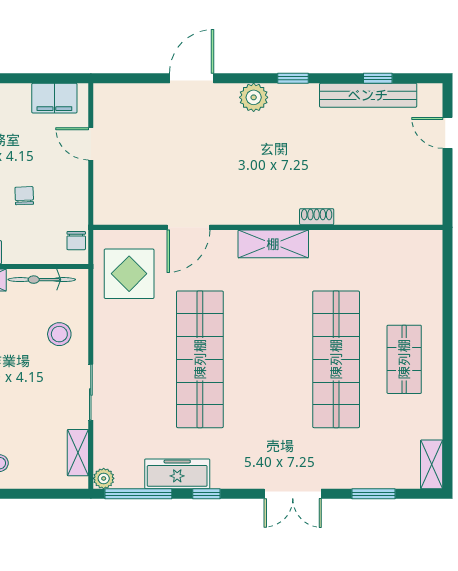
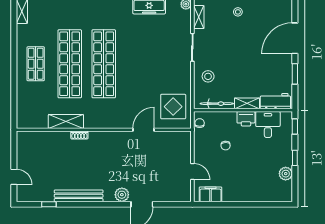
window: (293, 78) -> (91, 204), removed
bench: (368, 95) -> (79, 196), moved
plant: (254, 97) -> (122, 195), moved
shelving: (273, 244) -> (66, 121), moved
shop shelf: (200, 359) -> (104, 64), moved

